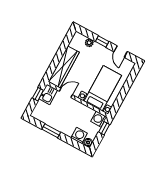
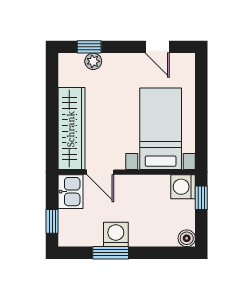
window: (102, 42) -> (89, 47), moved
door: (66, 93) -> (100, 172), swing flipped
window: (38, 94) -> (52, 221), moved
washing machine: (79, 136) -> (116, 234), moved

